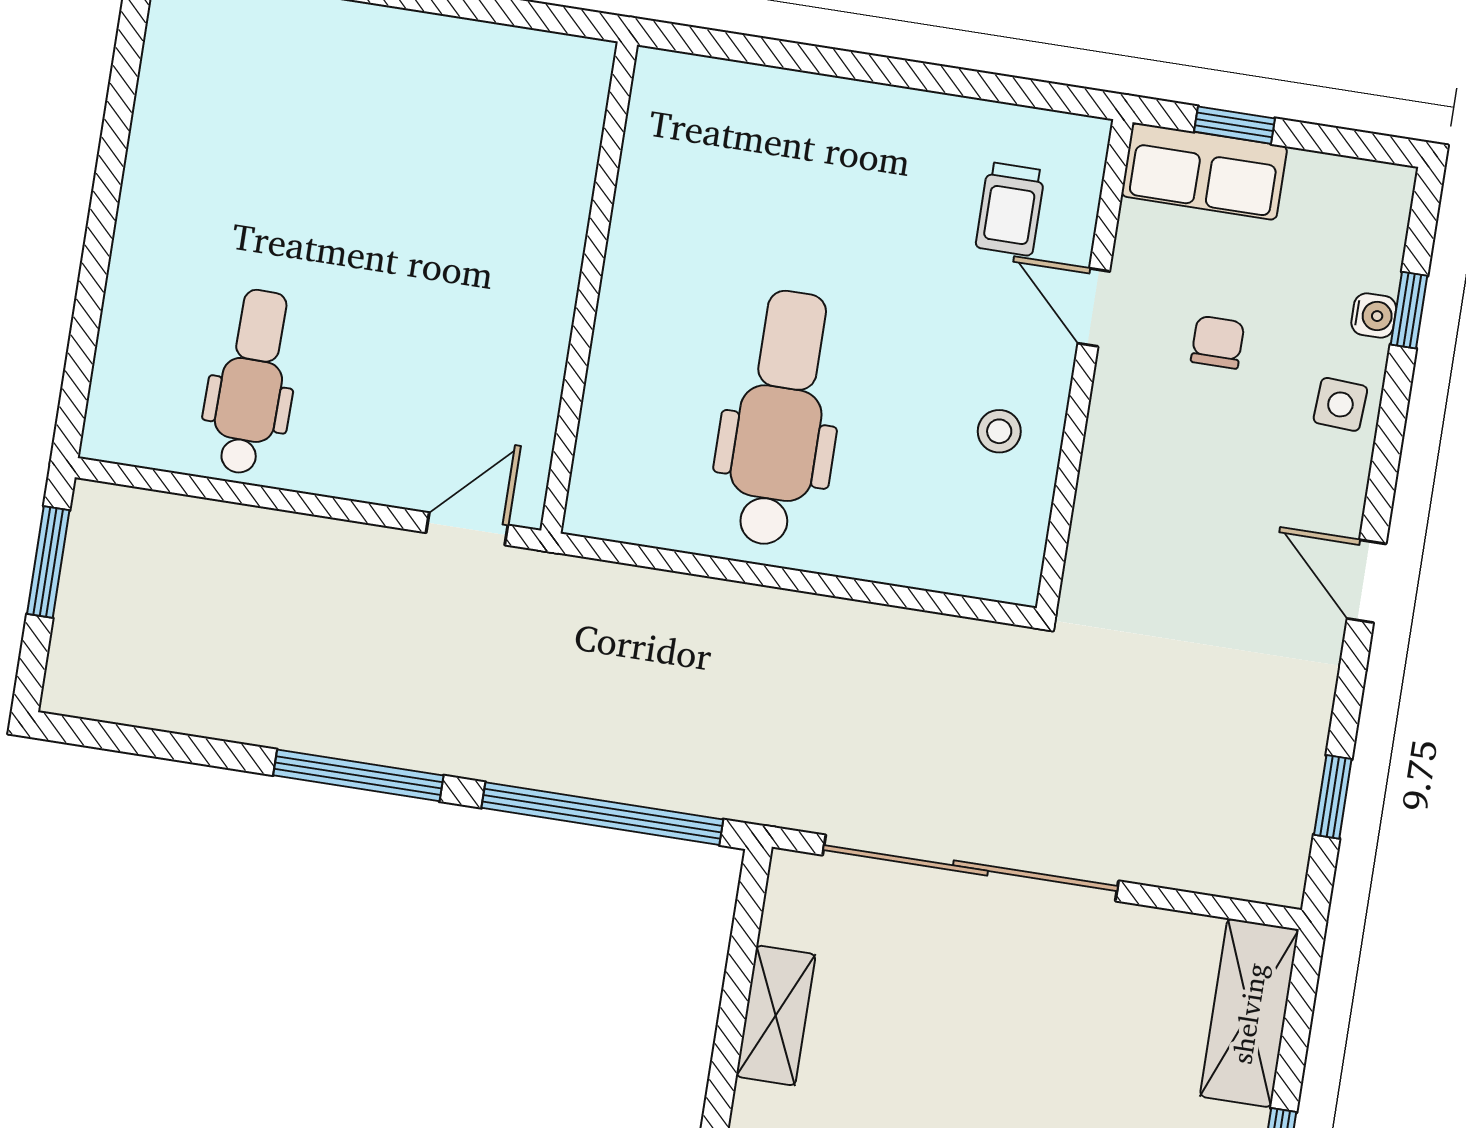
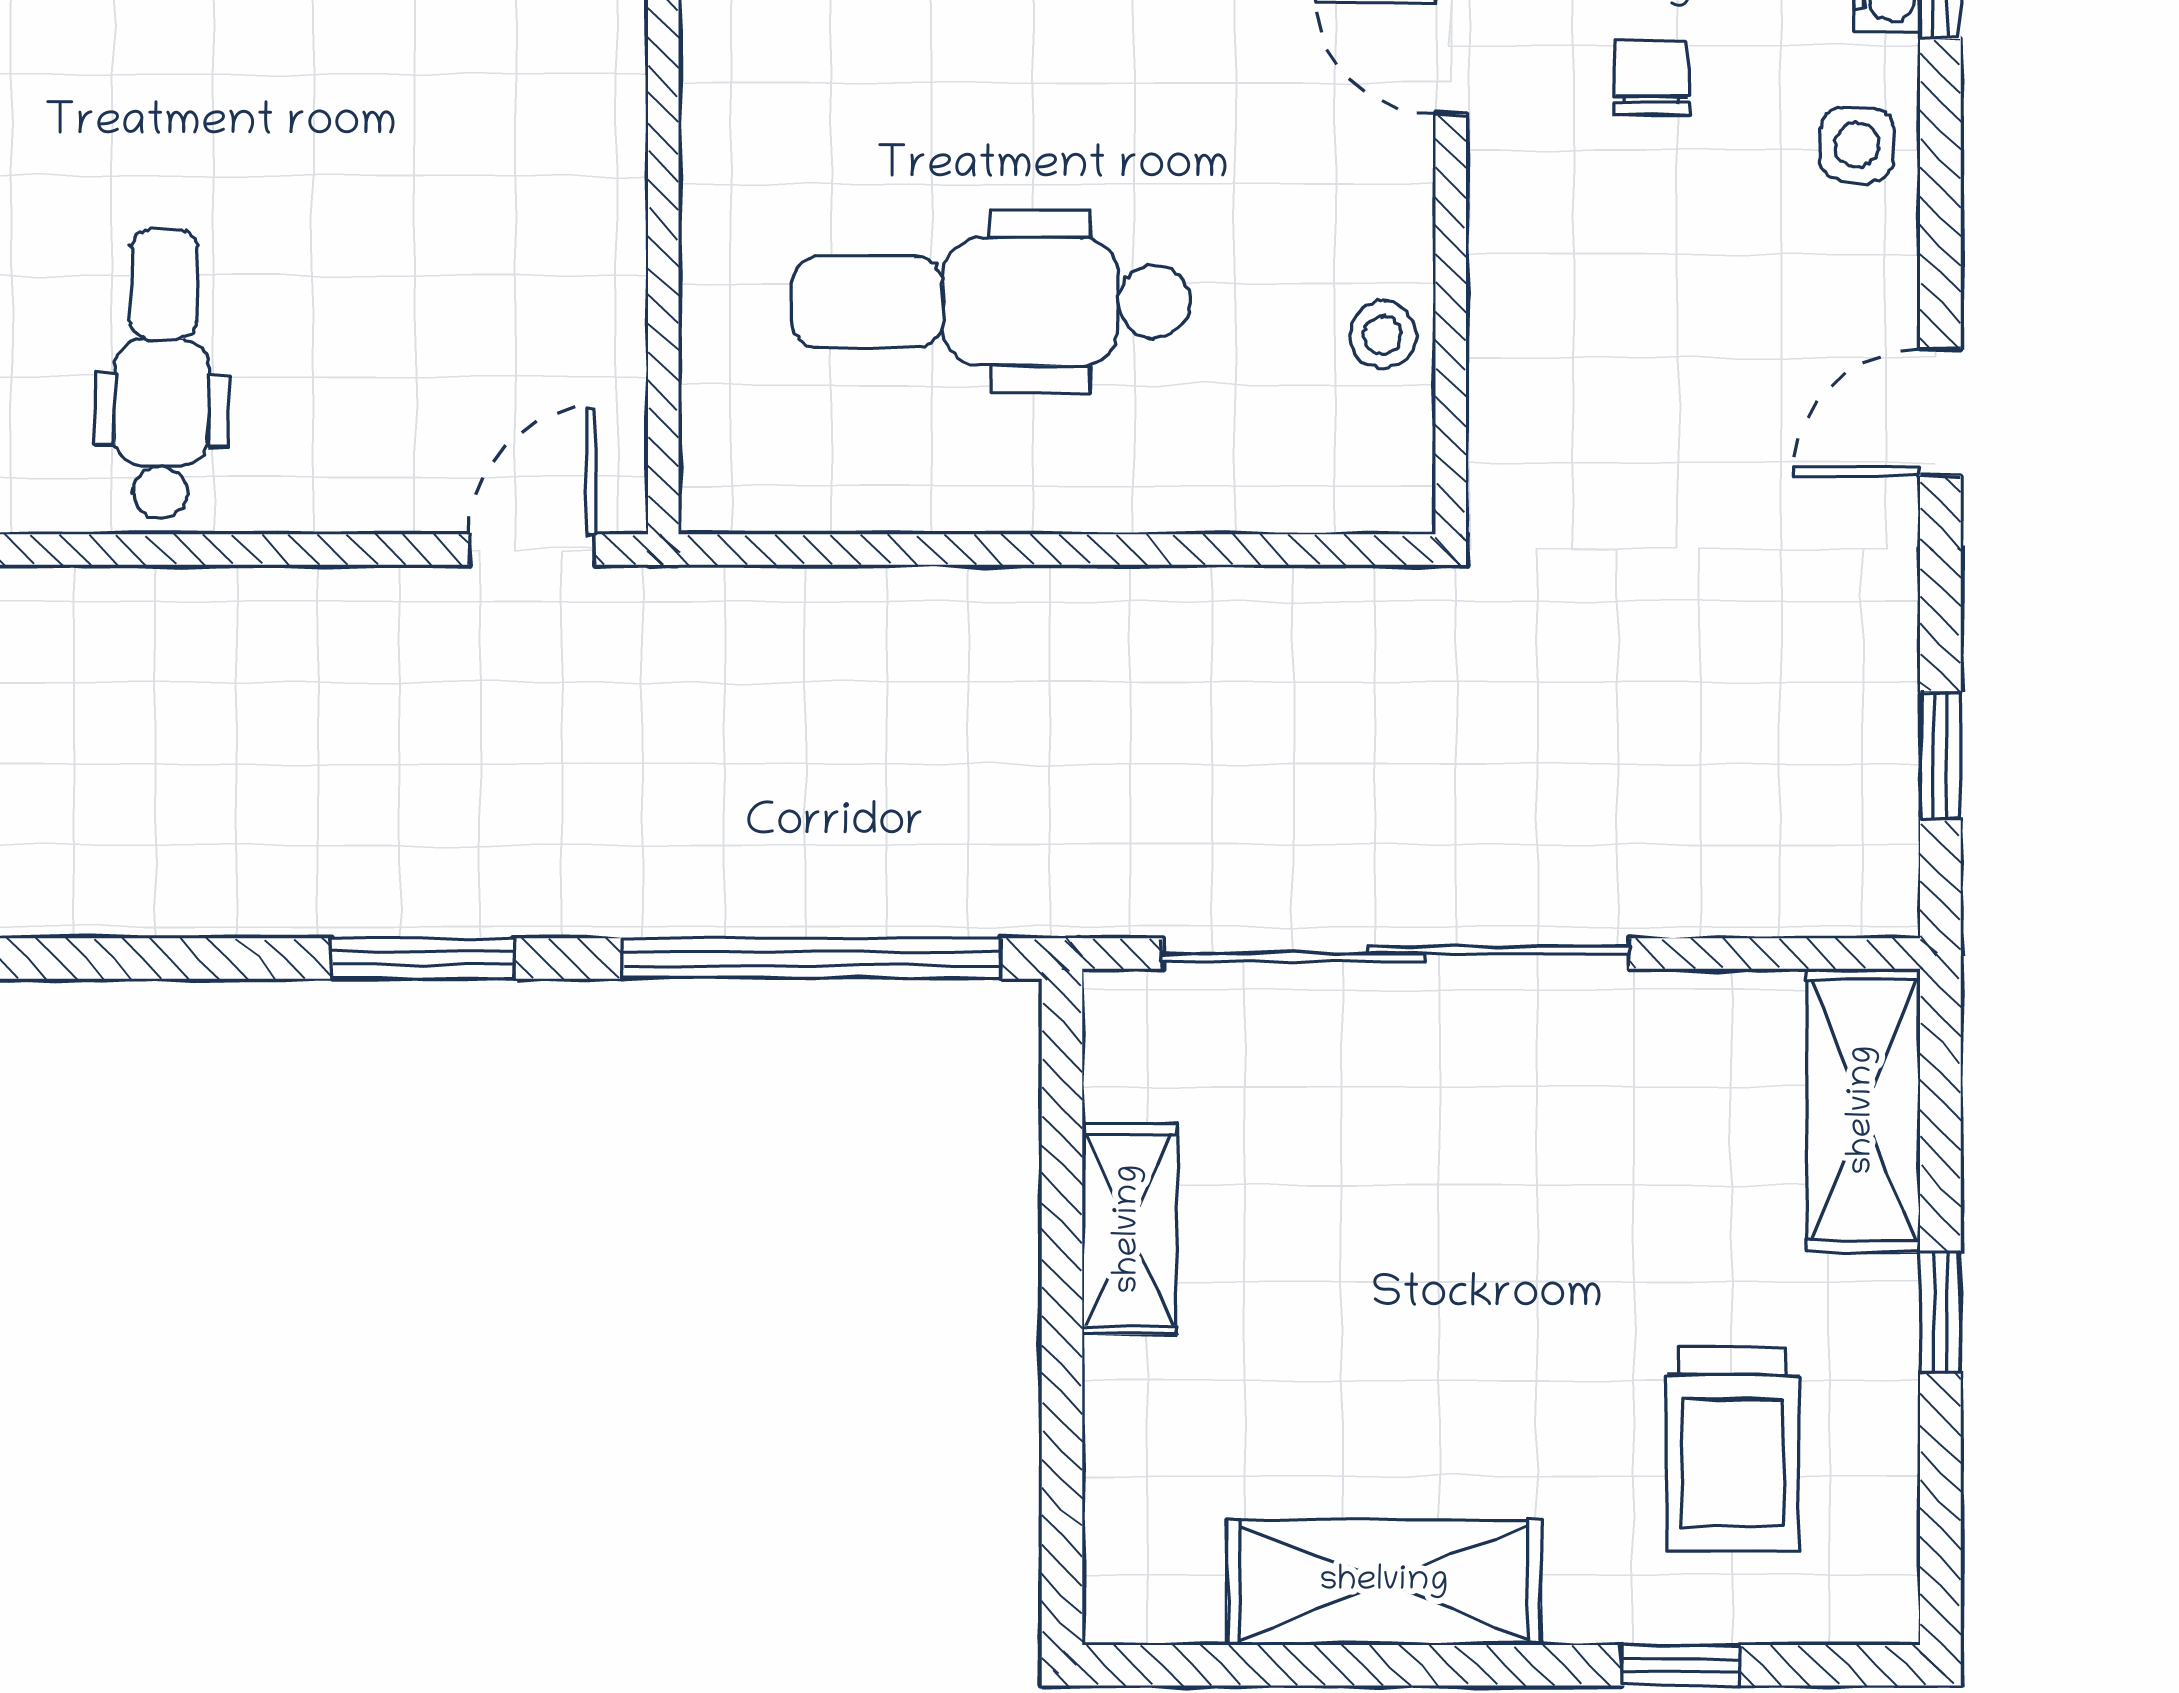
dental chair: (780, 418) -> (991, 302), turned -90
stool: (999, 431) -> (1383, 335), moved
door: (1367, 581) -> (1940, 412), hinge flipped
window: (358, 775) -> (424, 958), width x0.69

